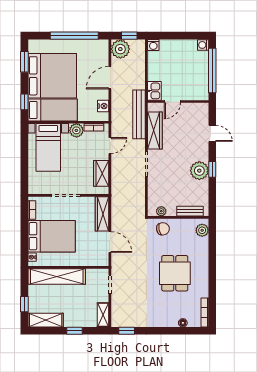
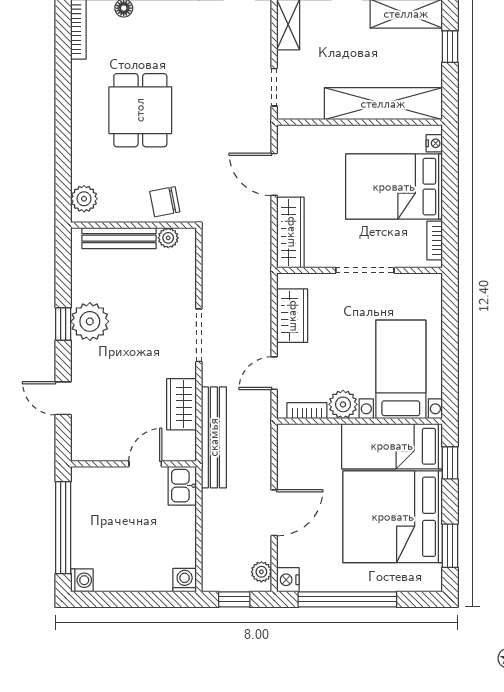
plant: (120, 49) -> (261, 572), width x0.53, depth x0.53
nightstand: (103, 106) -> (288, 580), moved
wardrobe: (155, 130) -> (181, 404), width x0.67
bench: (190, 211) -> (119, 238), width x1.36

